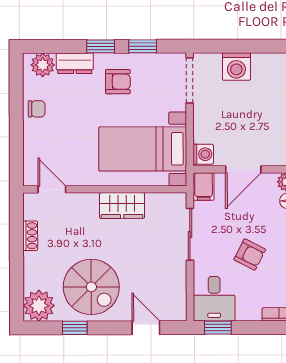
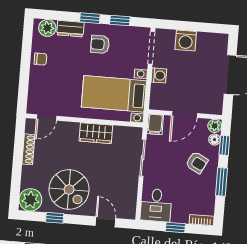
armchair: (118, 82) -> (100, 44), turned 180
washing machine: (203, 154) -> (159, 75), moved
door: (52, 189) -> (47, 117), swing flipped
shoe rack: (30, 236) -> (28, 149), width x1.43
armchair: (250, 255) -> (197, 163), moved
window: (218, 328) -> (175, 227), moved

